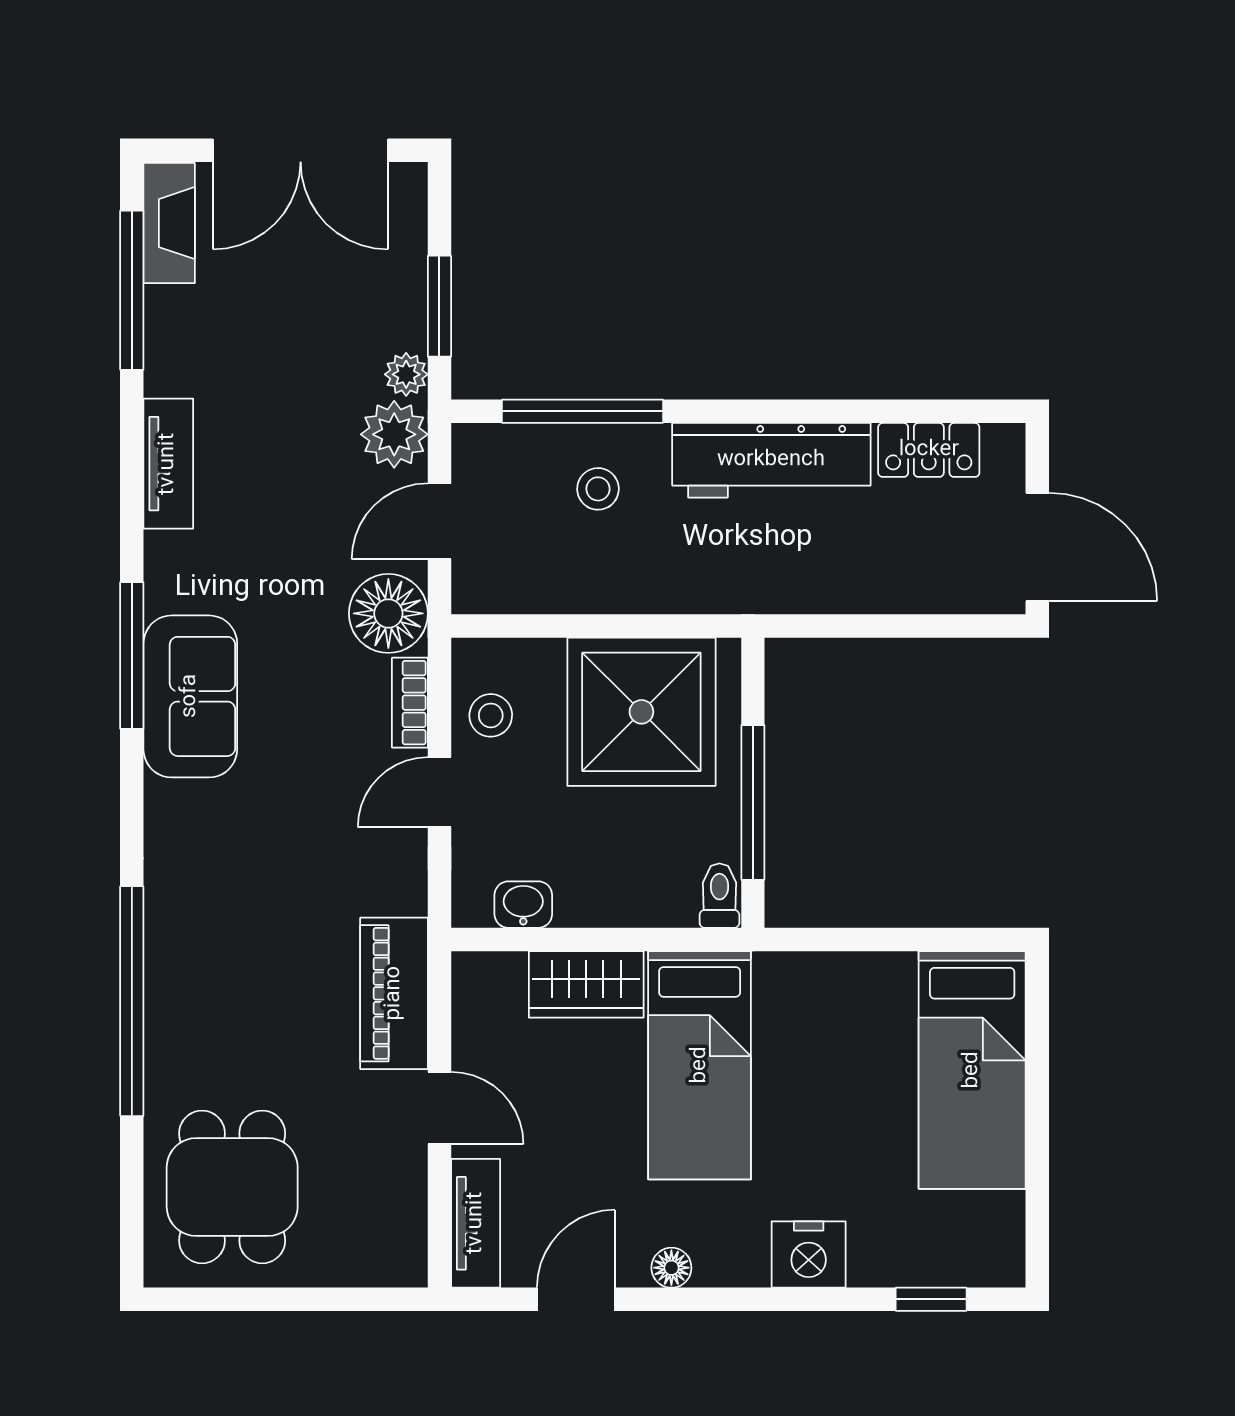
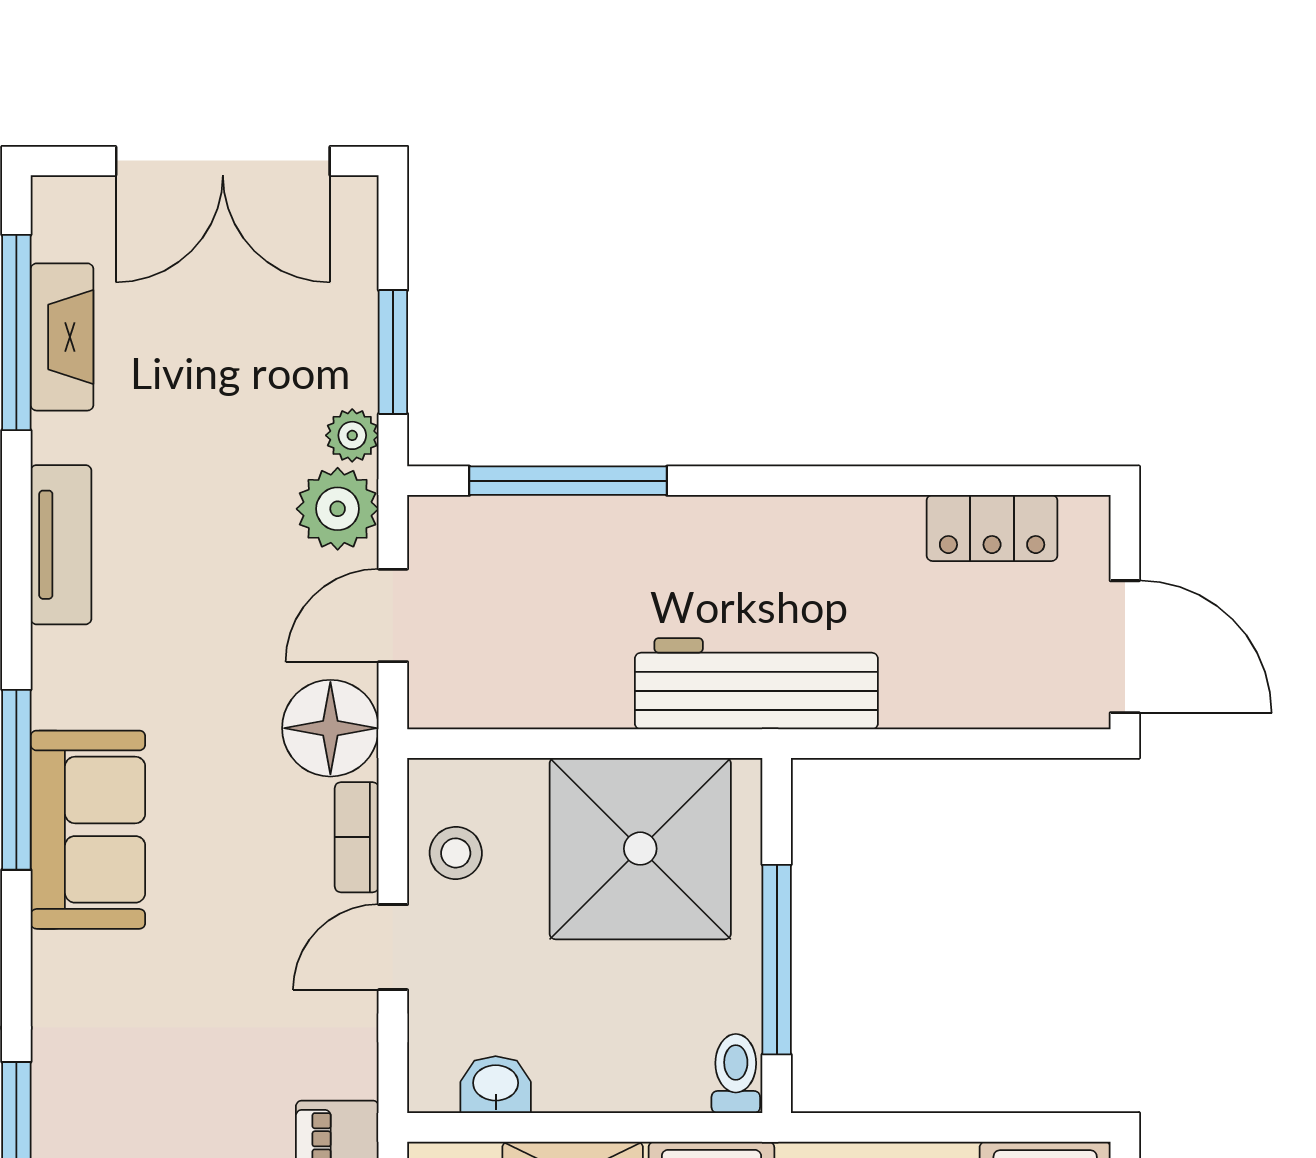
fireplace: (169, 223) -> (62, 337), moved
workbench: (771, 460) -> (756, 684), moved, turned 180
stool: (598, 489) -> (587, 576), removed

